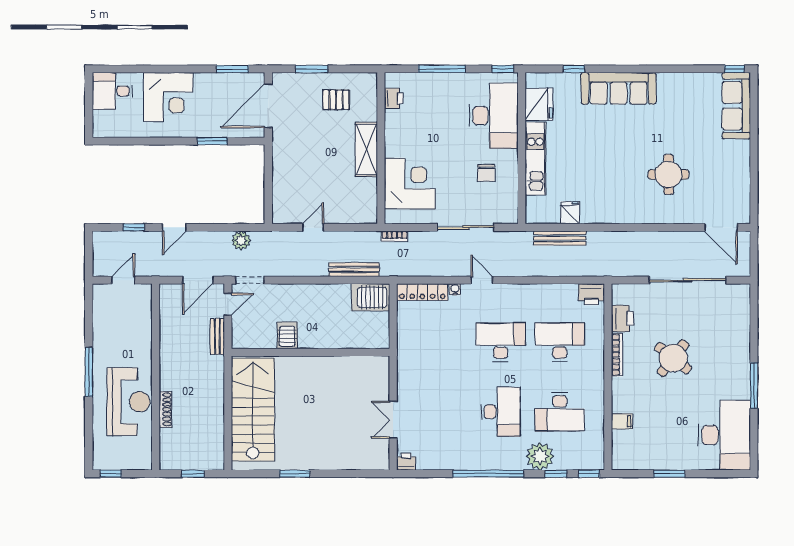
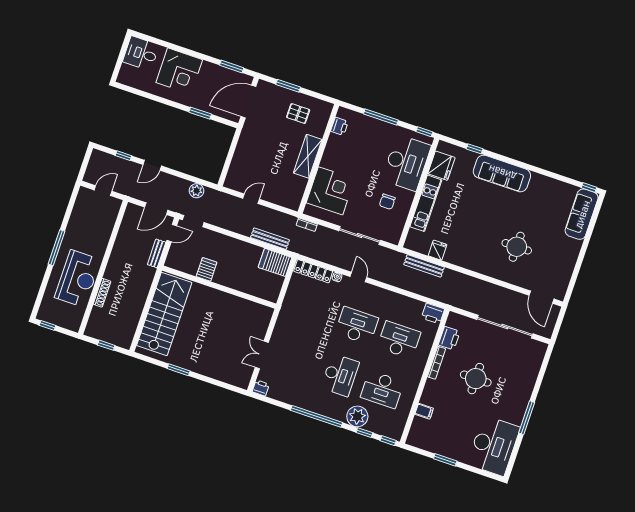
round table: (673, 358) -> (476, 379), turned -38

